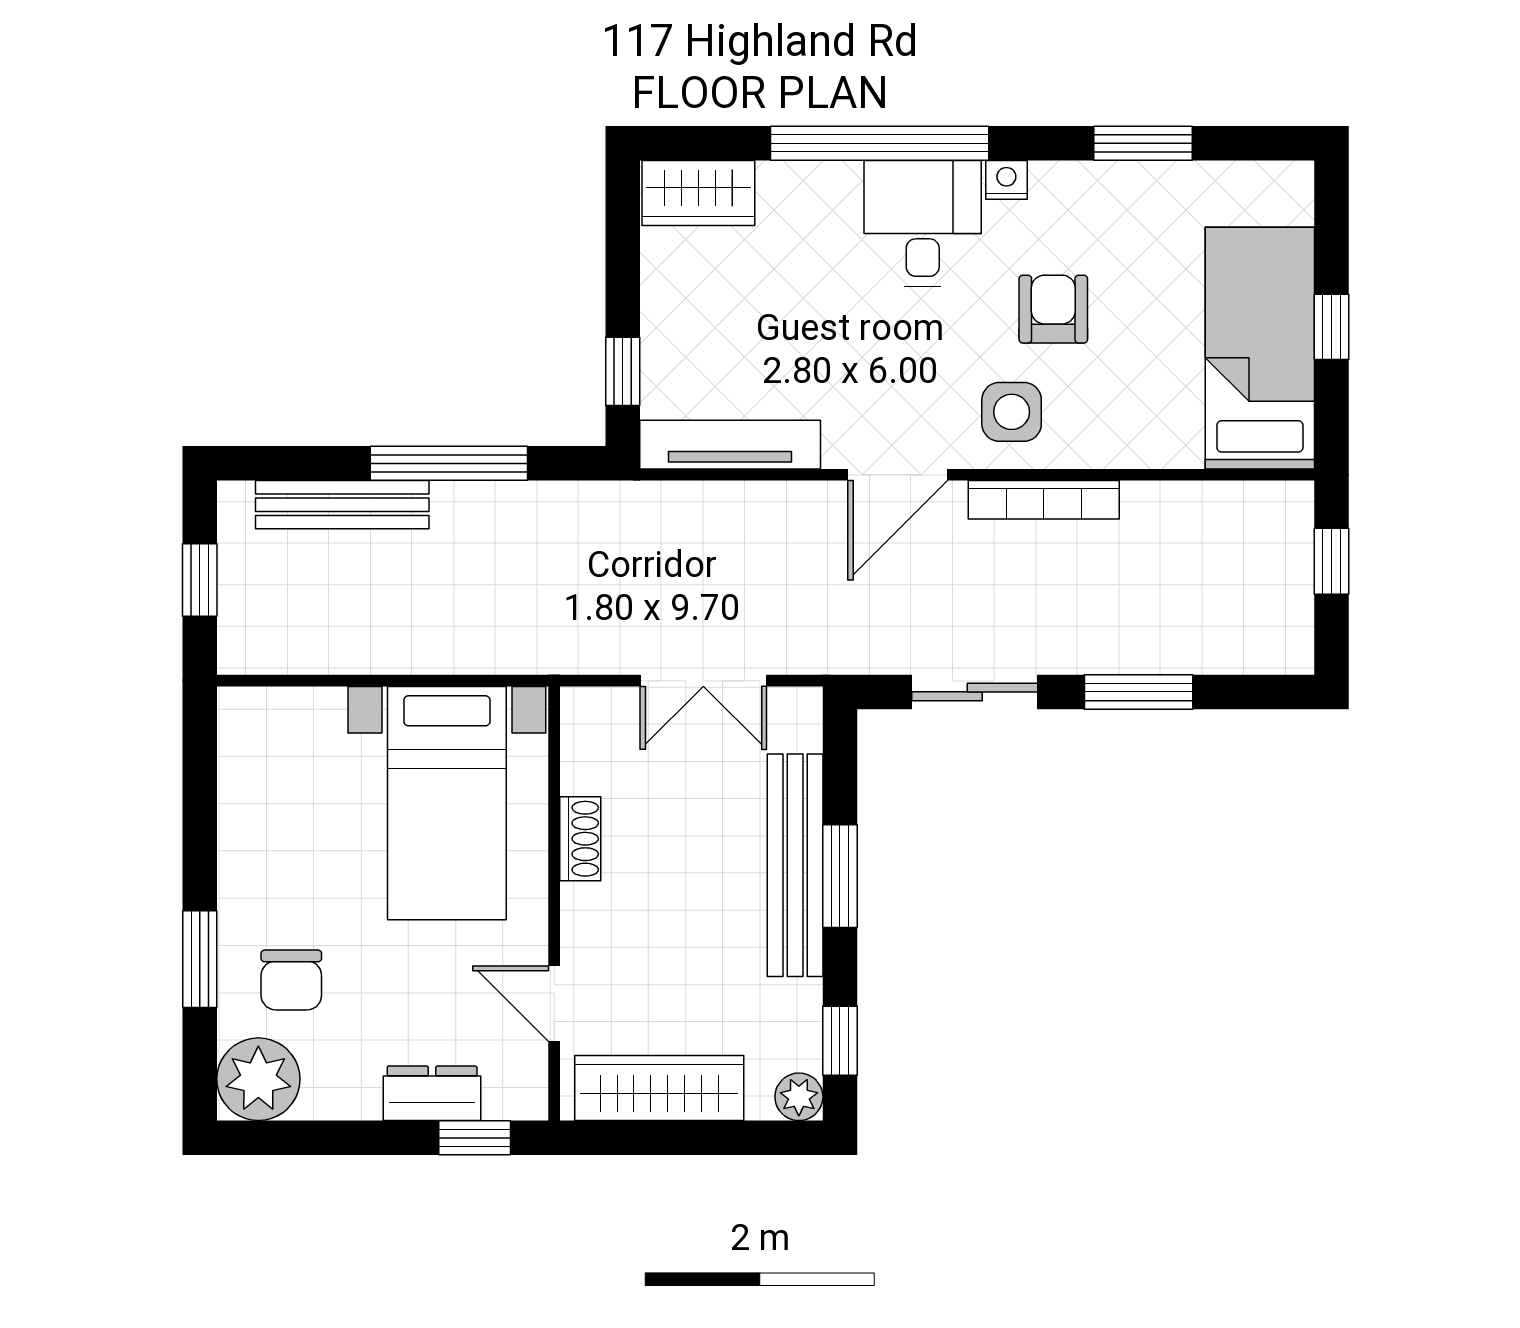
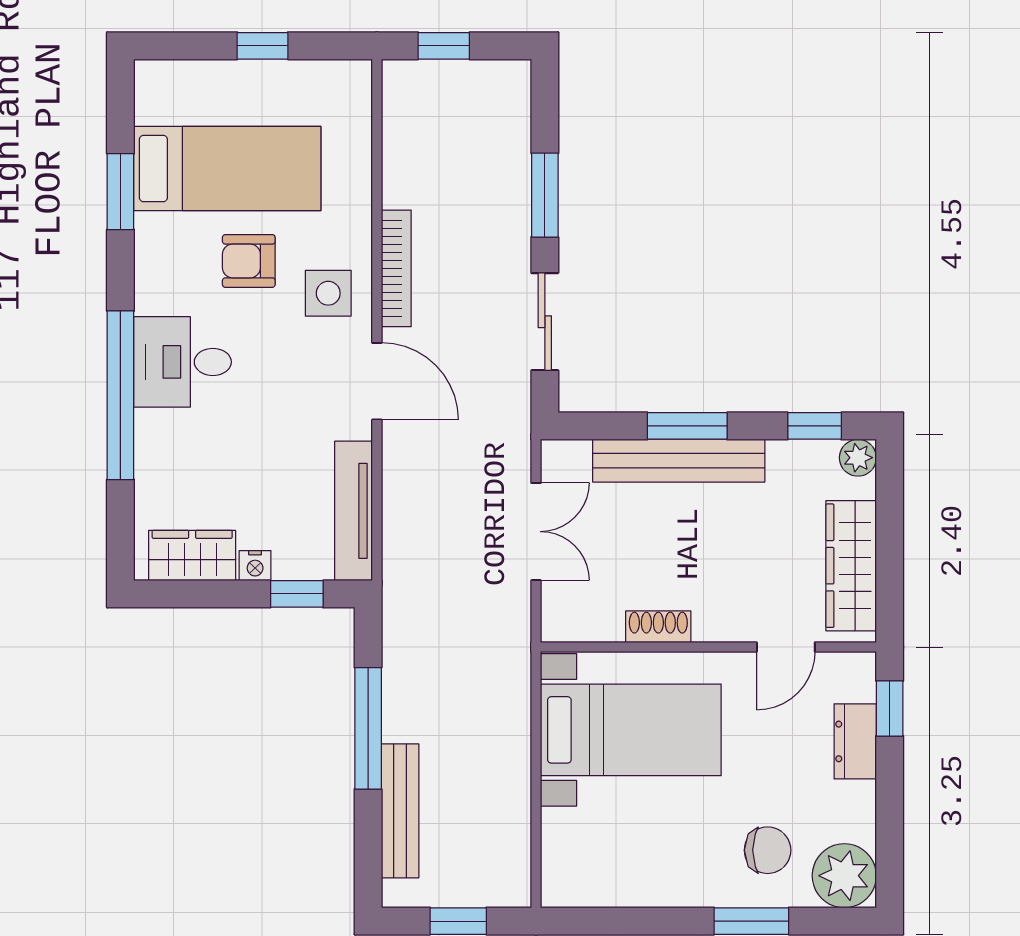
nightstand: (1006, 180) -> (255, 566), moved, turned -90
wardrobe: (698, 193) -> (192, 555), moved, turned -90
bed: (1260, 348) -> (227, 169), moved, turned 180

